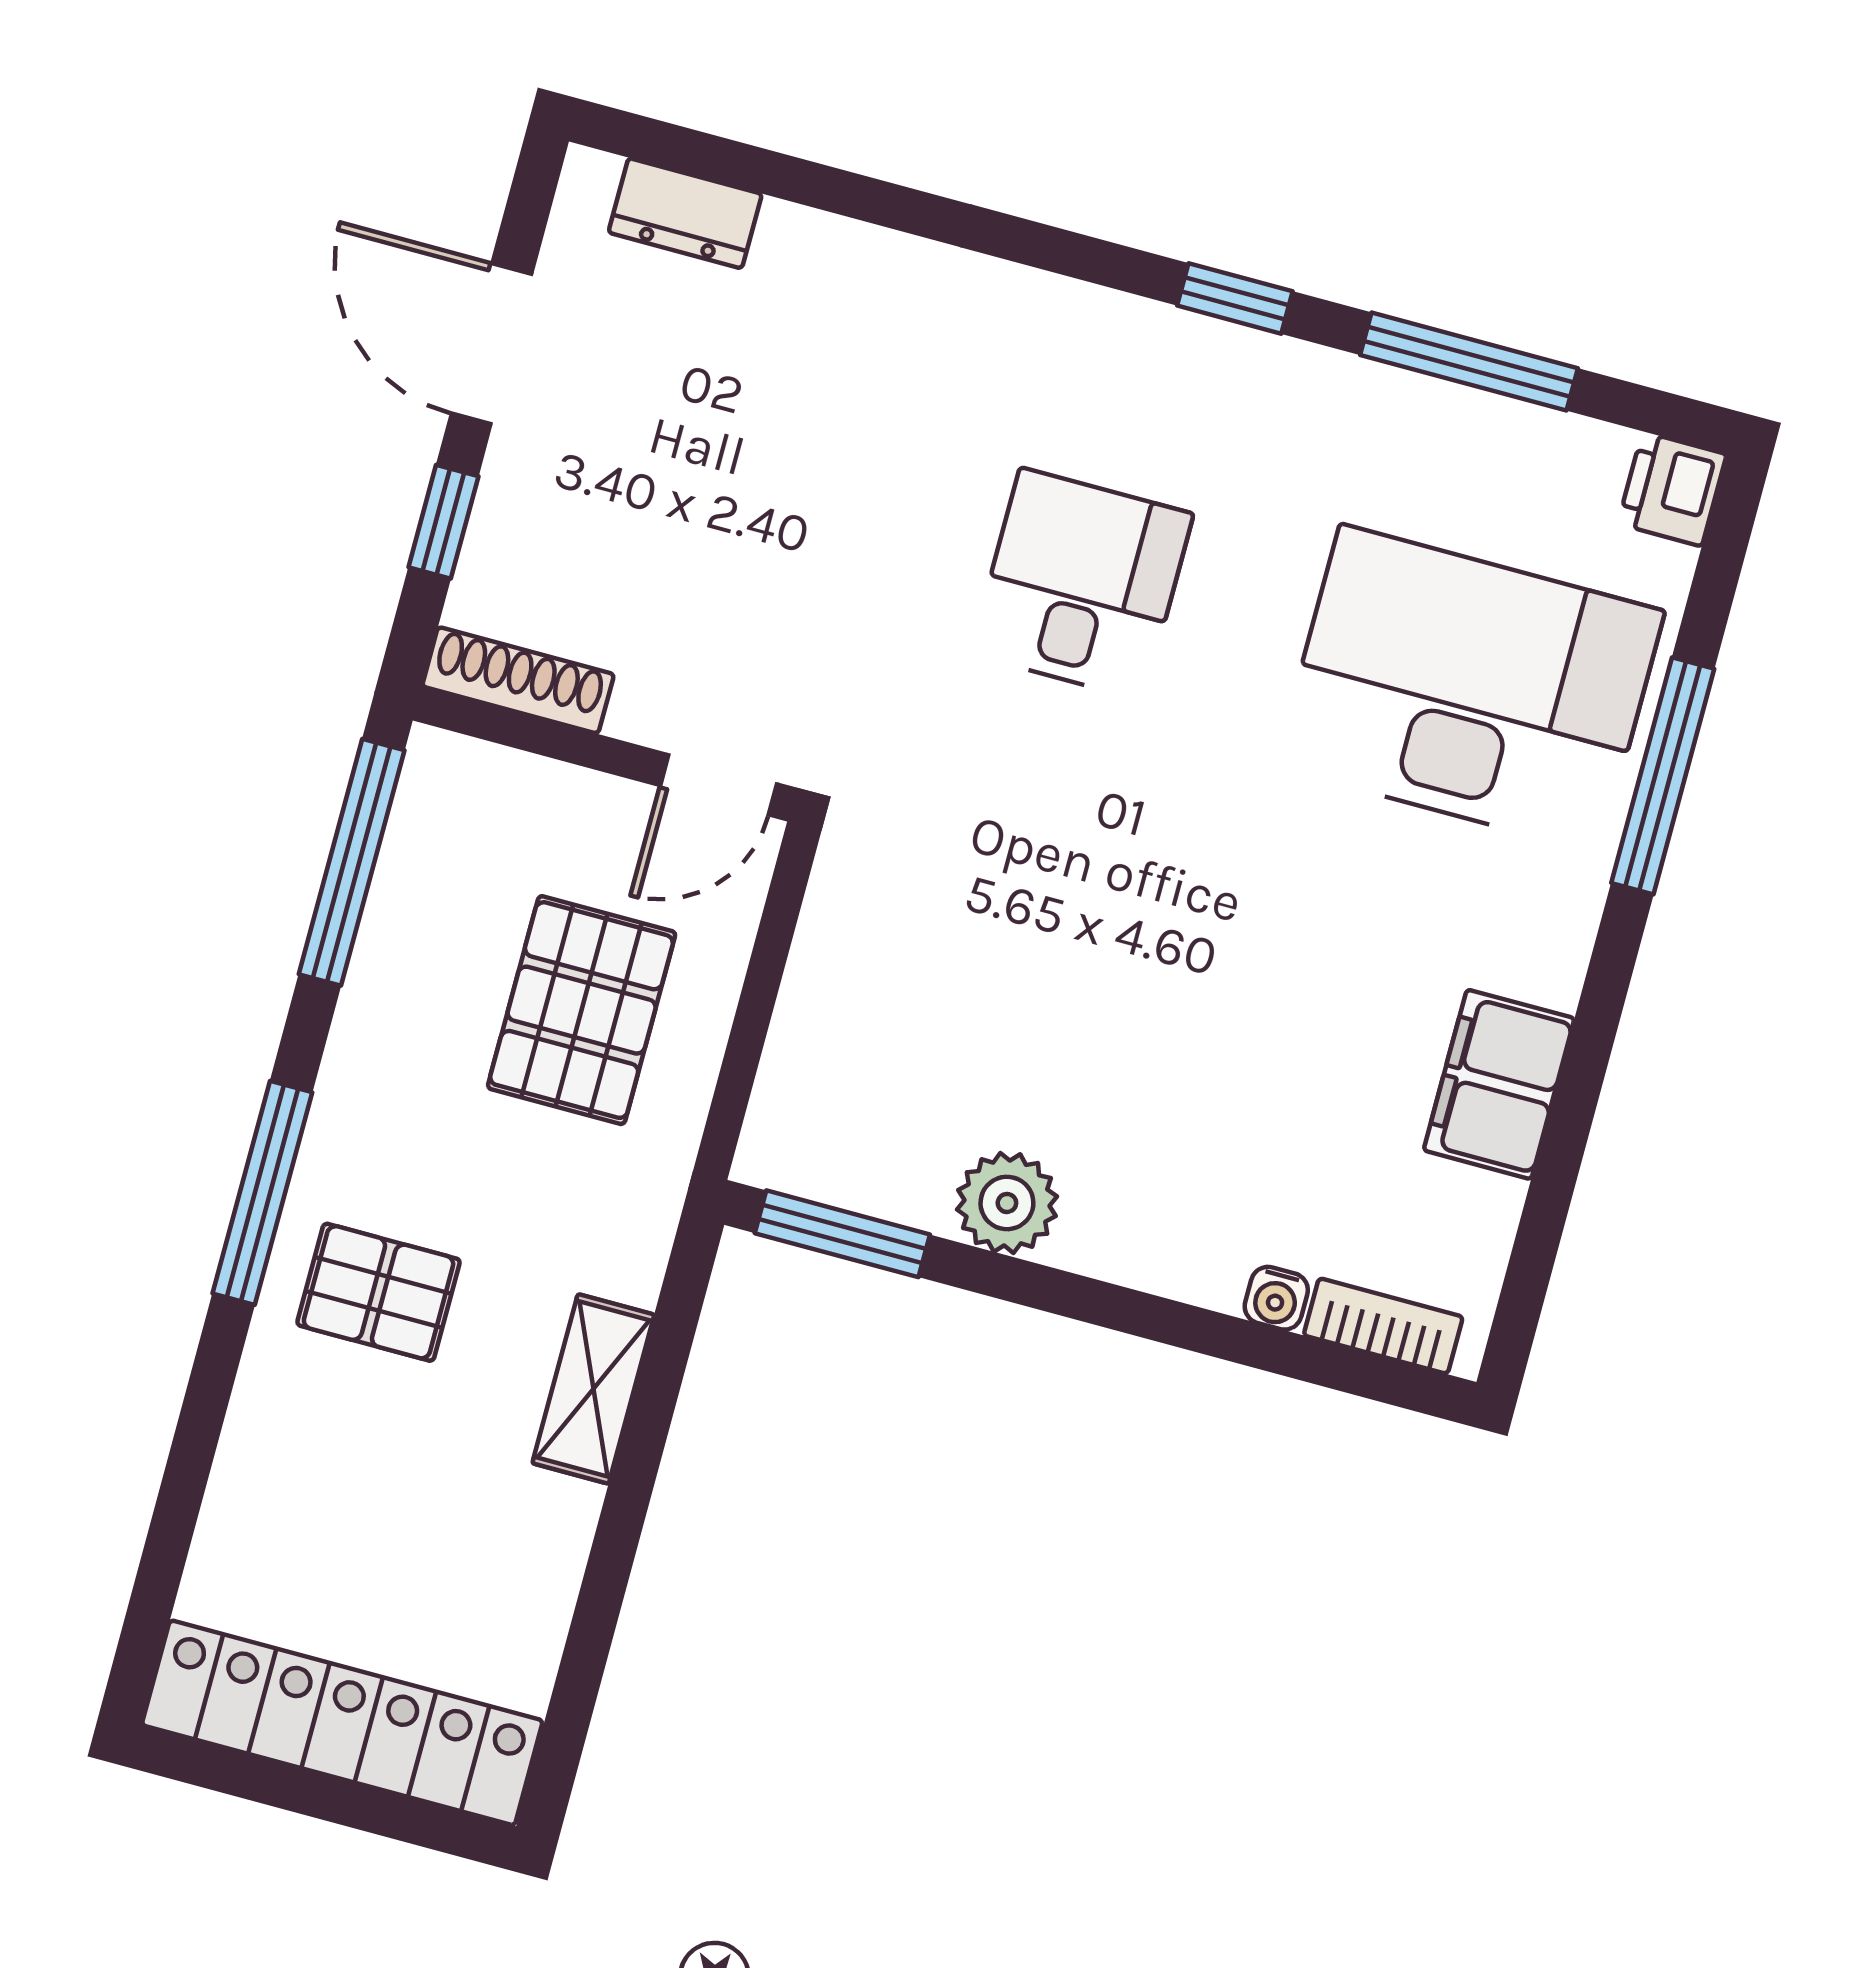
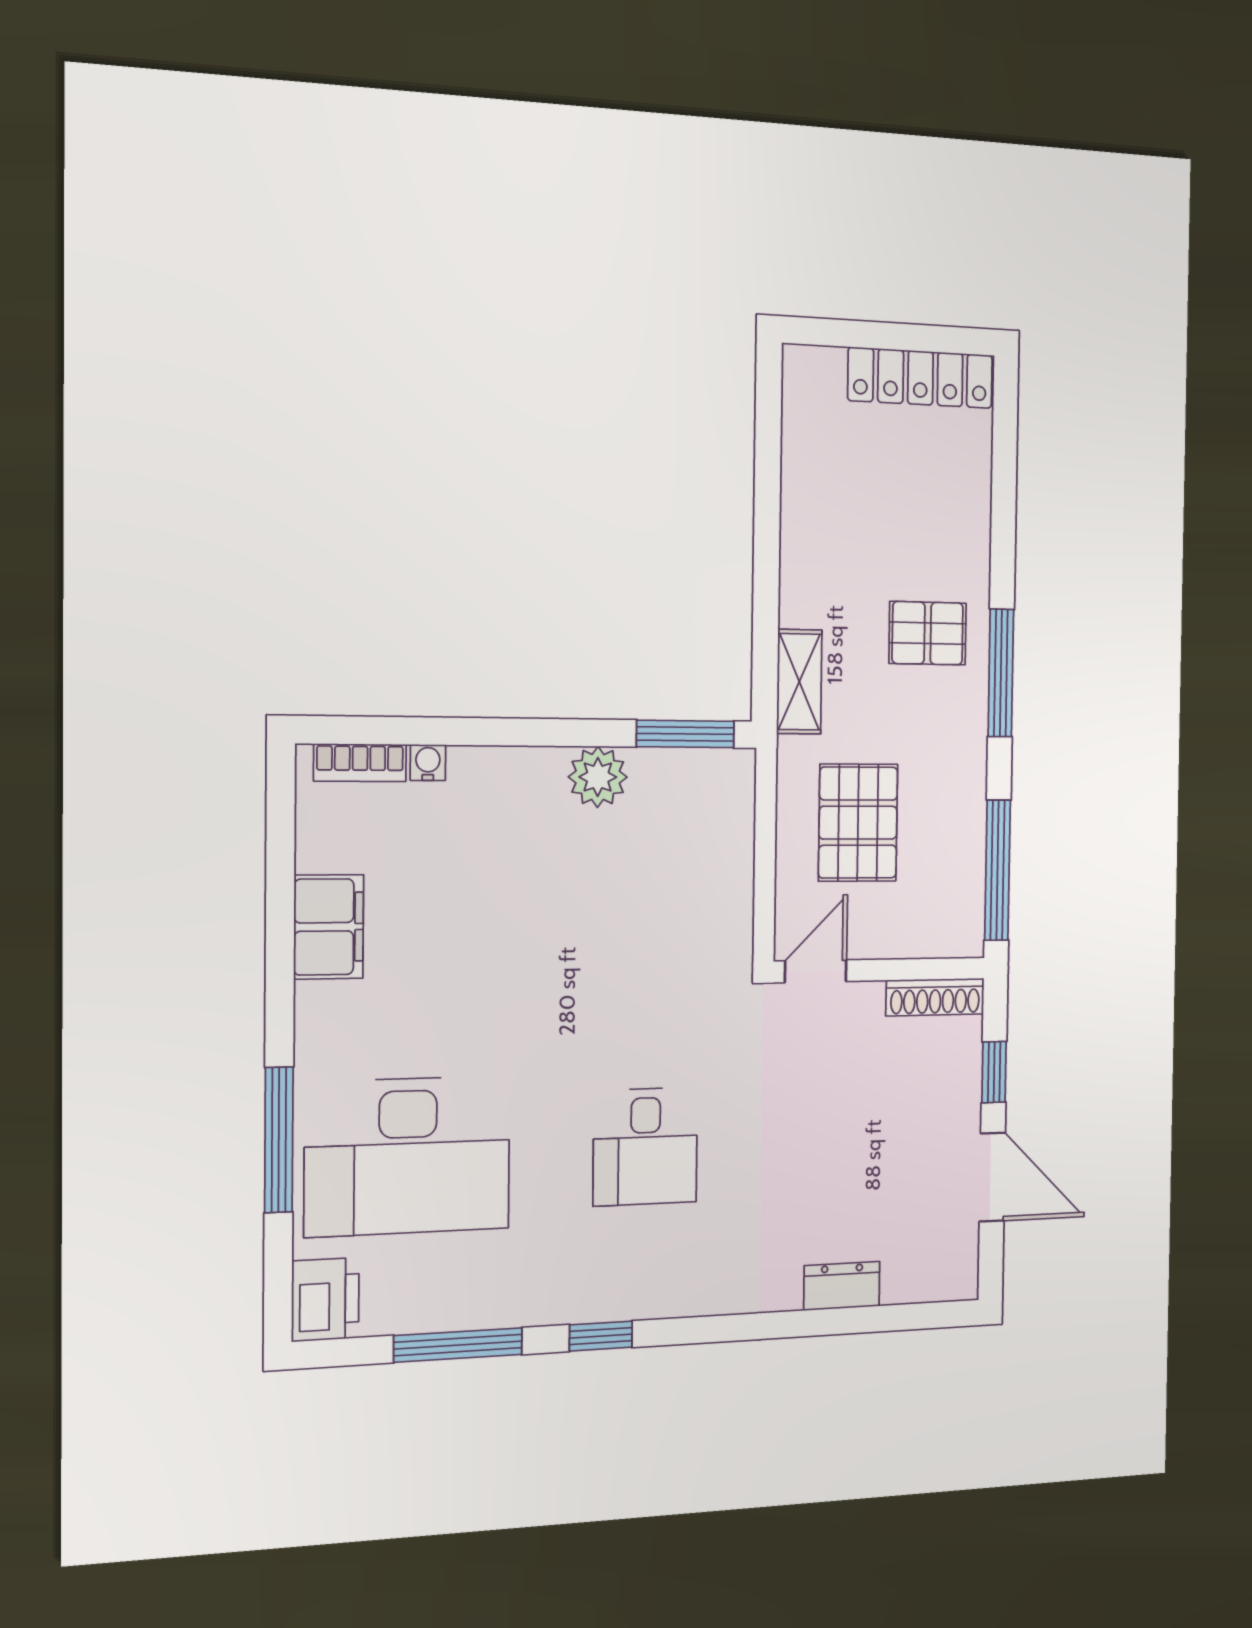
dresser: (685, 213) -> (842, 1286), moved
printer: (1672, 489) -> (325, 1300), width x1.36, depth x1.24
shelving: (593, 1389) -> (799, 682), moved
locker: (342, 1723) -> (920, 378), width x0.71, depth x0.83

